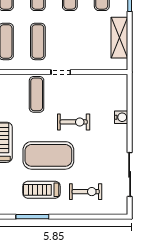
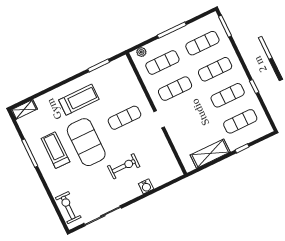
exercise mat: (37, 94) -> (125, 118), moved
exercise bike: (74, 122) -> (124, 166), moved, turned -90
exercise bike: (86, 192) -> (68, 208), moved, turned 180

